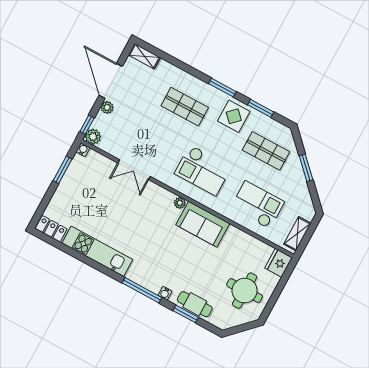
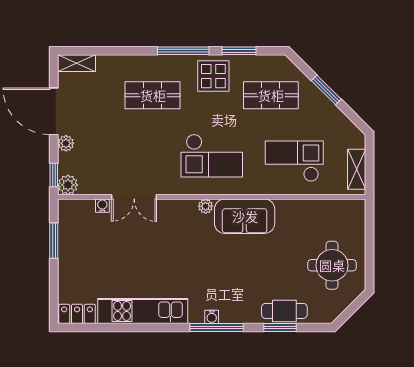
window: (222, 88) -> (183, 51), width x1.44
water cooler: (83, 150) -> (102, 206), moved
fridge: (279, 263) -> (353, 213), removed
water cooler: (165, 293) -> (212, 317), moved

